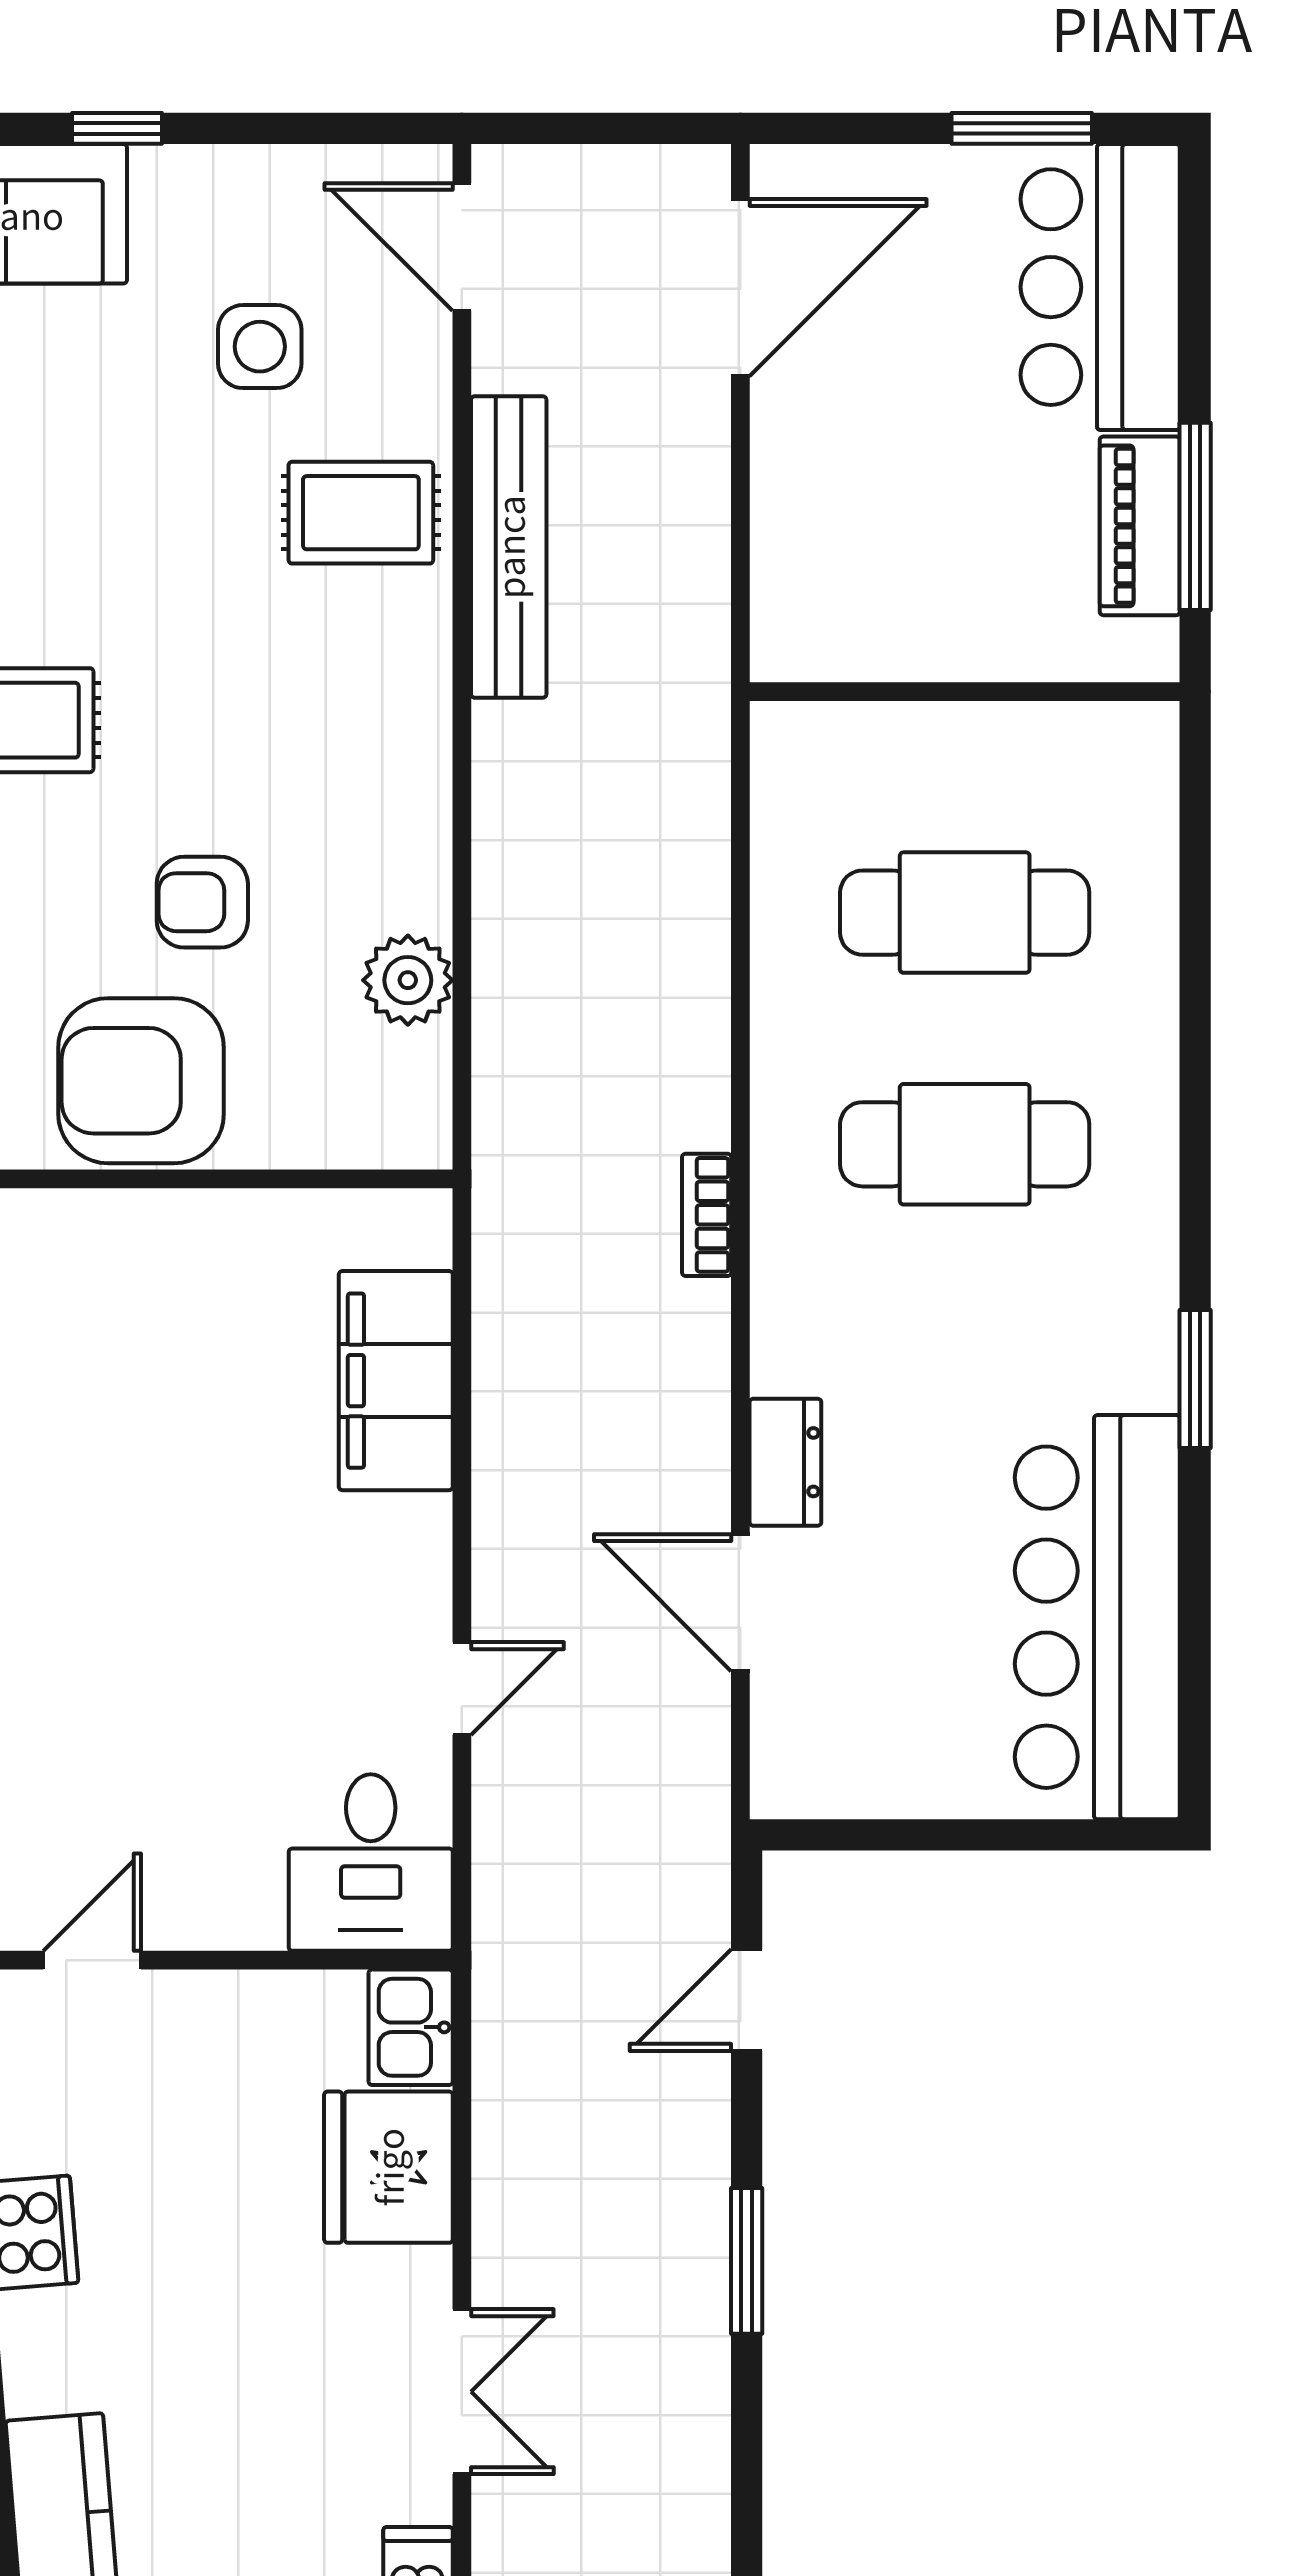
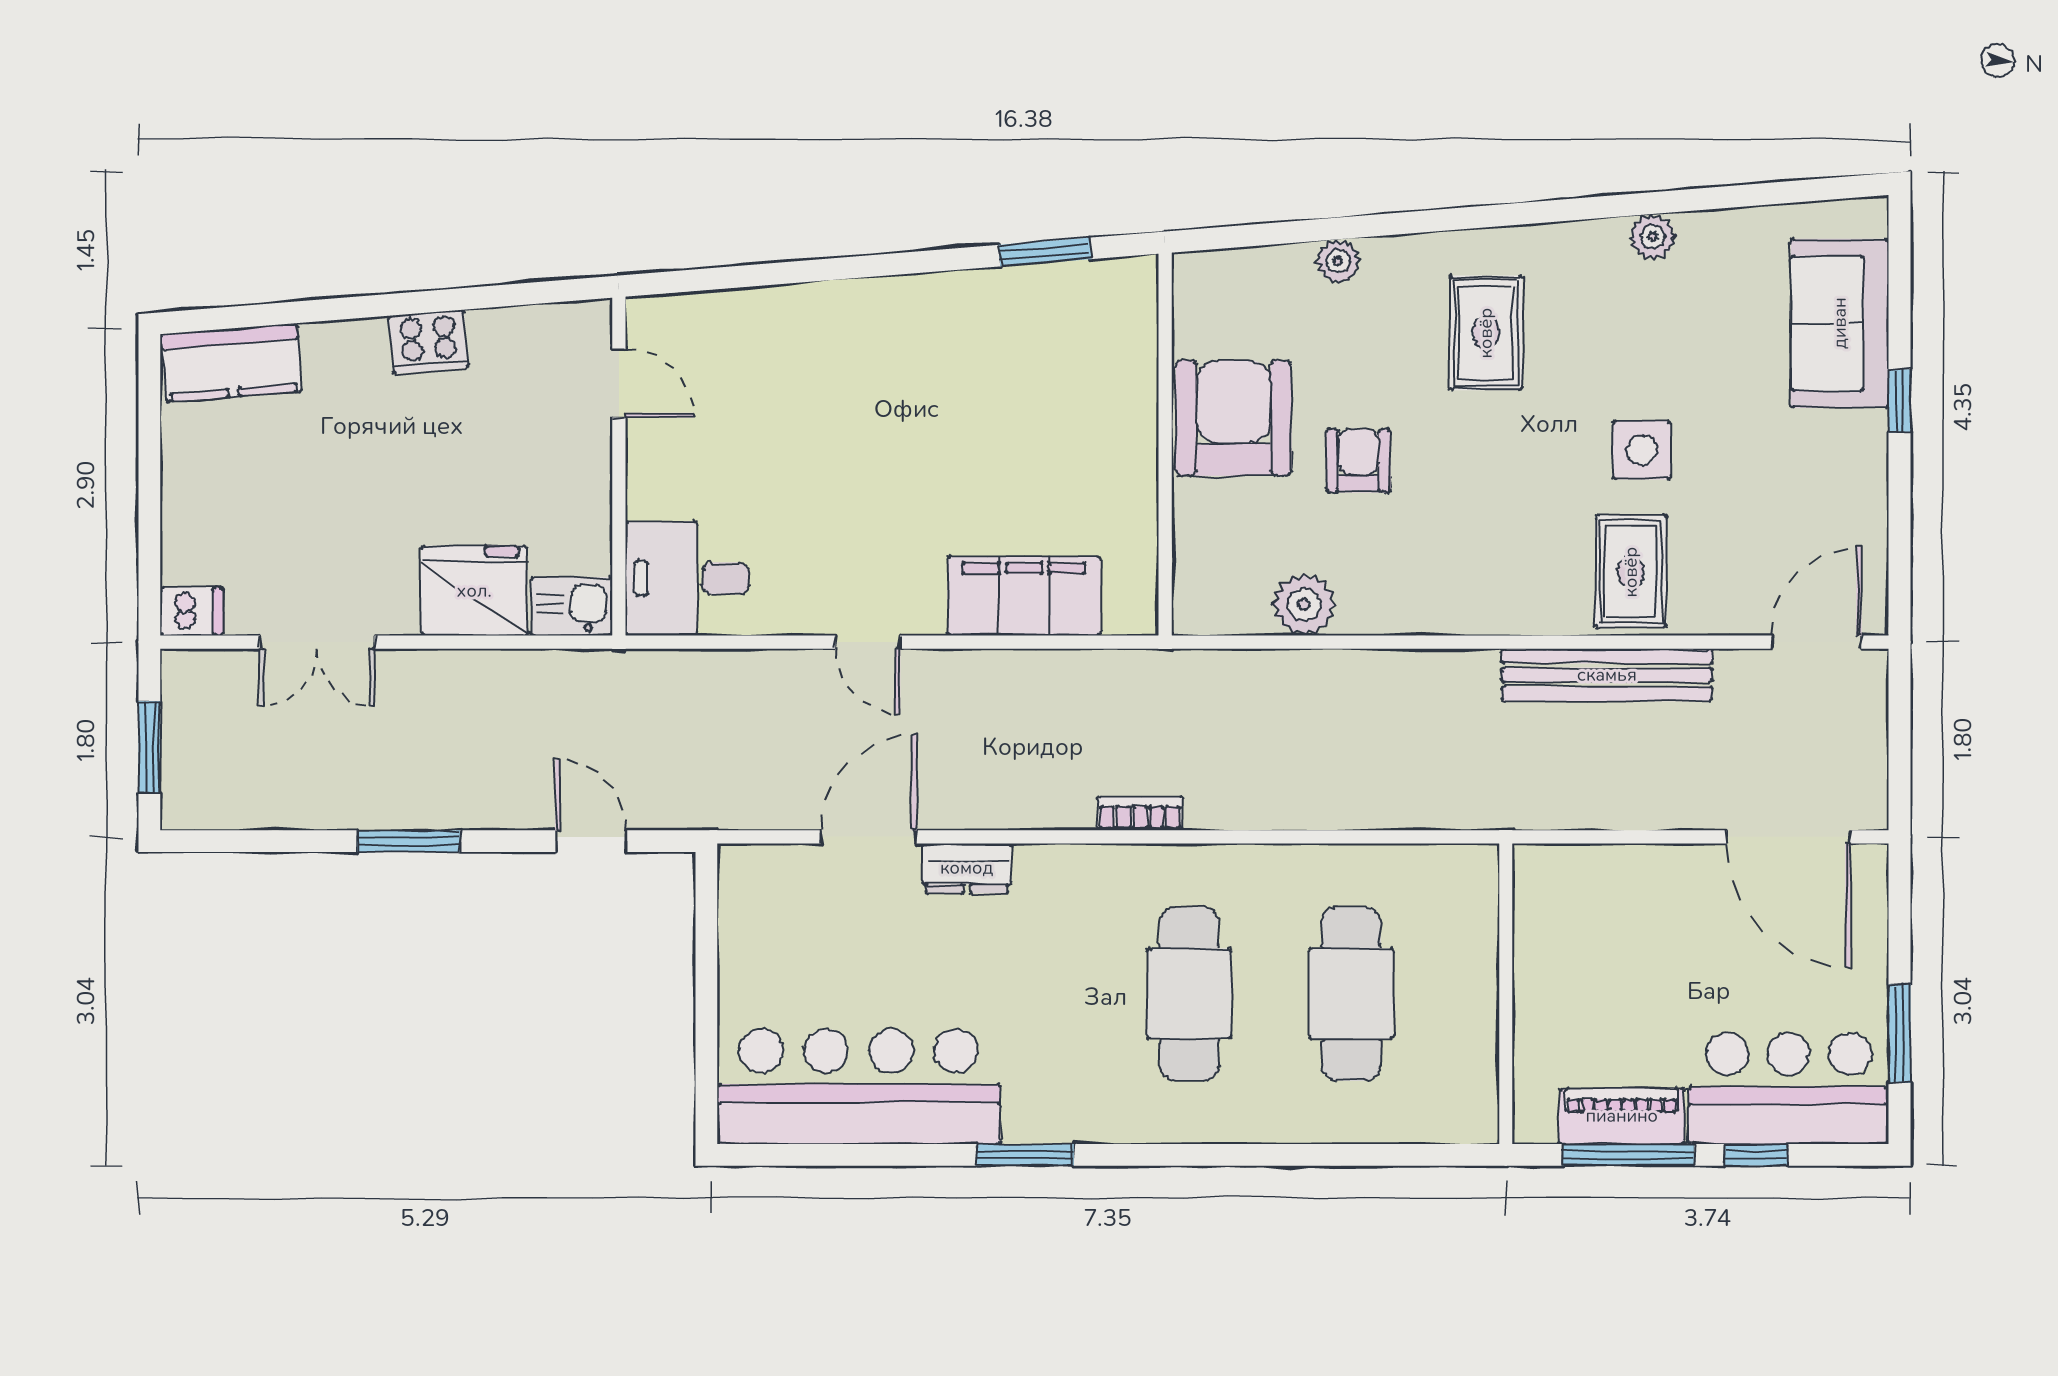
window: (1195, 334) -> (1756, 1155), added
side table: (260, 347) -> (1642, 450), moved
door: (462, 1688) -> (868, 642), moved

